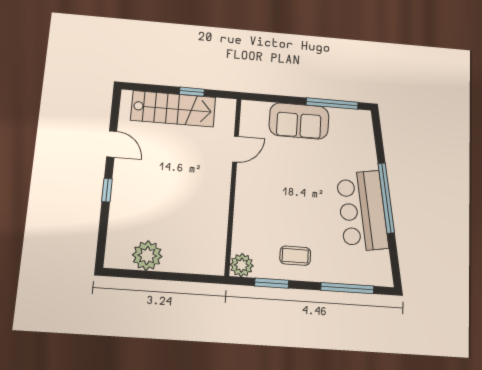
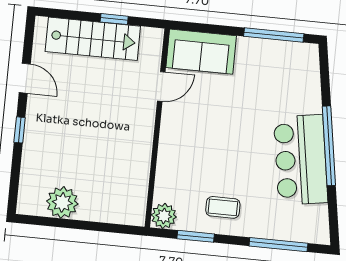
sofa: (299, 121) -> (201, 52), moved

